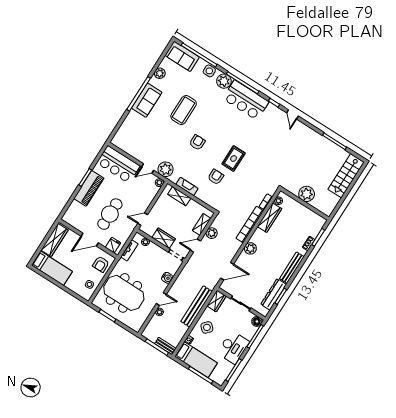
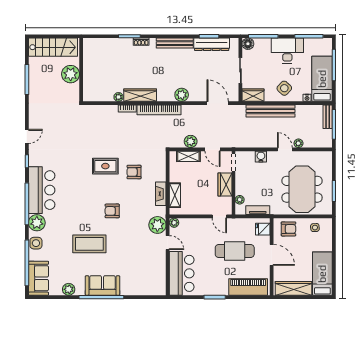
piano: (89, 188) -> (248, 287), moved
plant: (307, 194) -> (71, 74), moved
wall: (305, 204) -> (81, 70), moved

